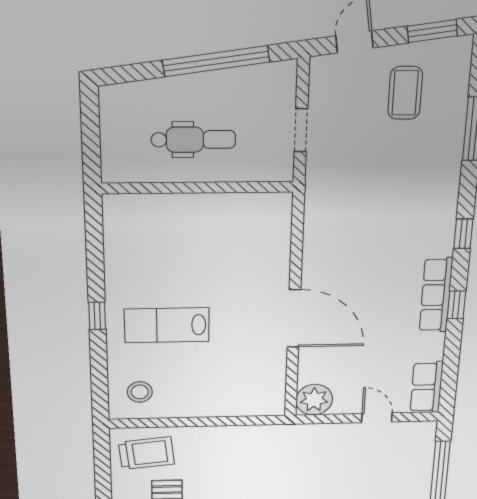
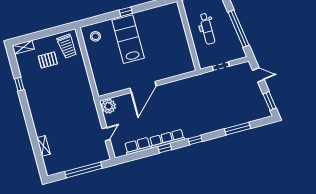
coffee table: (405, 93) -> (244, 99), removed
lab bench: (167, 325) -> (128, 39), width x1.36, depth x1.39
row of seats: (427, 387) -> (138, 146), moved

